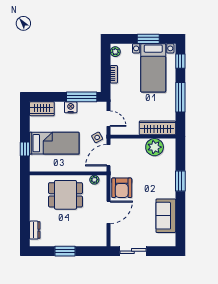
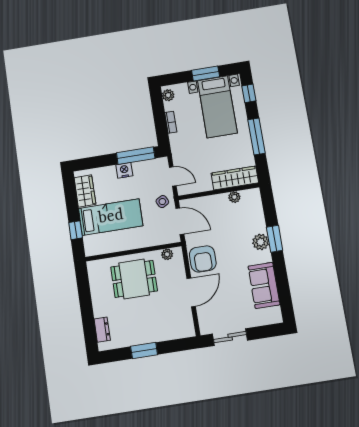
wardrobe: (42, 109) -> (85, 191), moved, turned -90
plant: (155, 147) -> (234, 197), width x0.53, depth x0.53
door: (109, 155) -> (180, 221), swing flipped
plant: (169, 182) -> (261, 242), added

